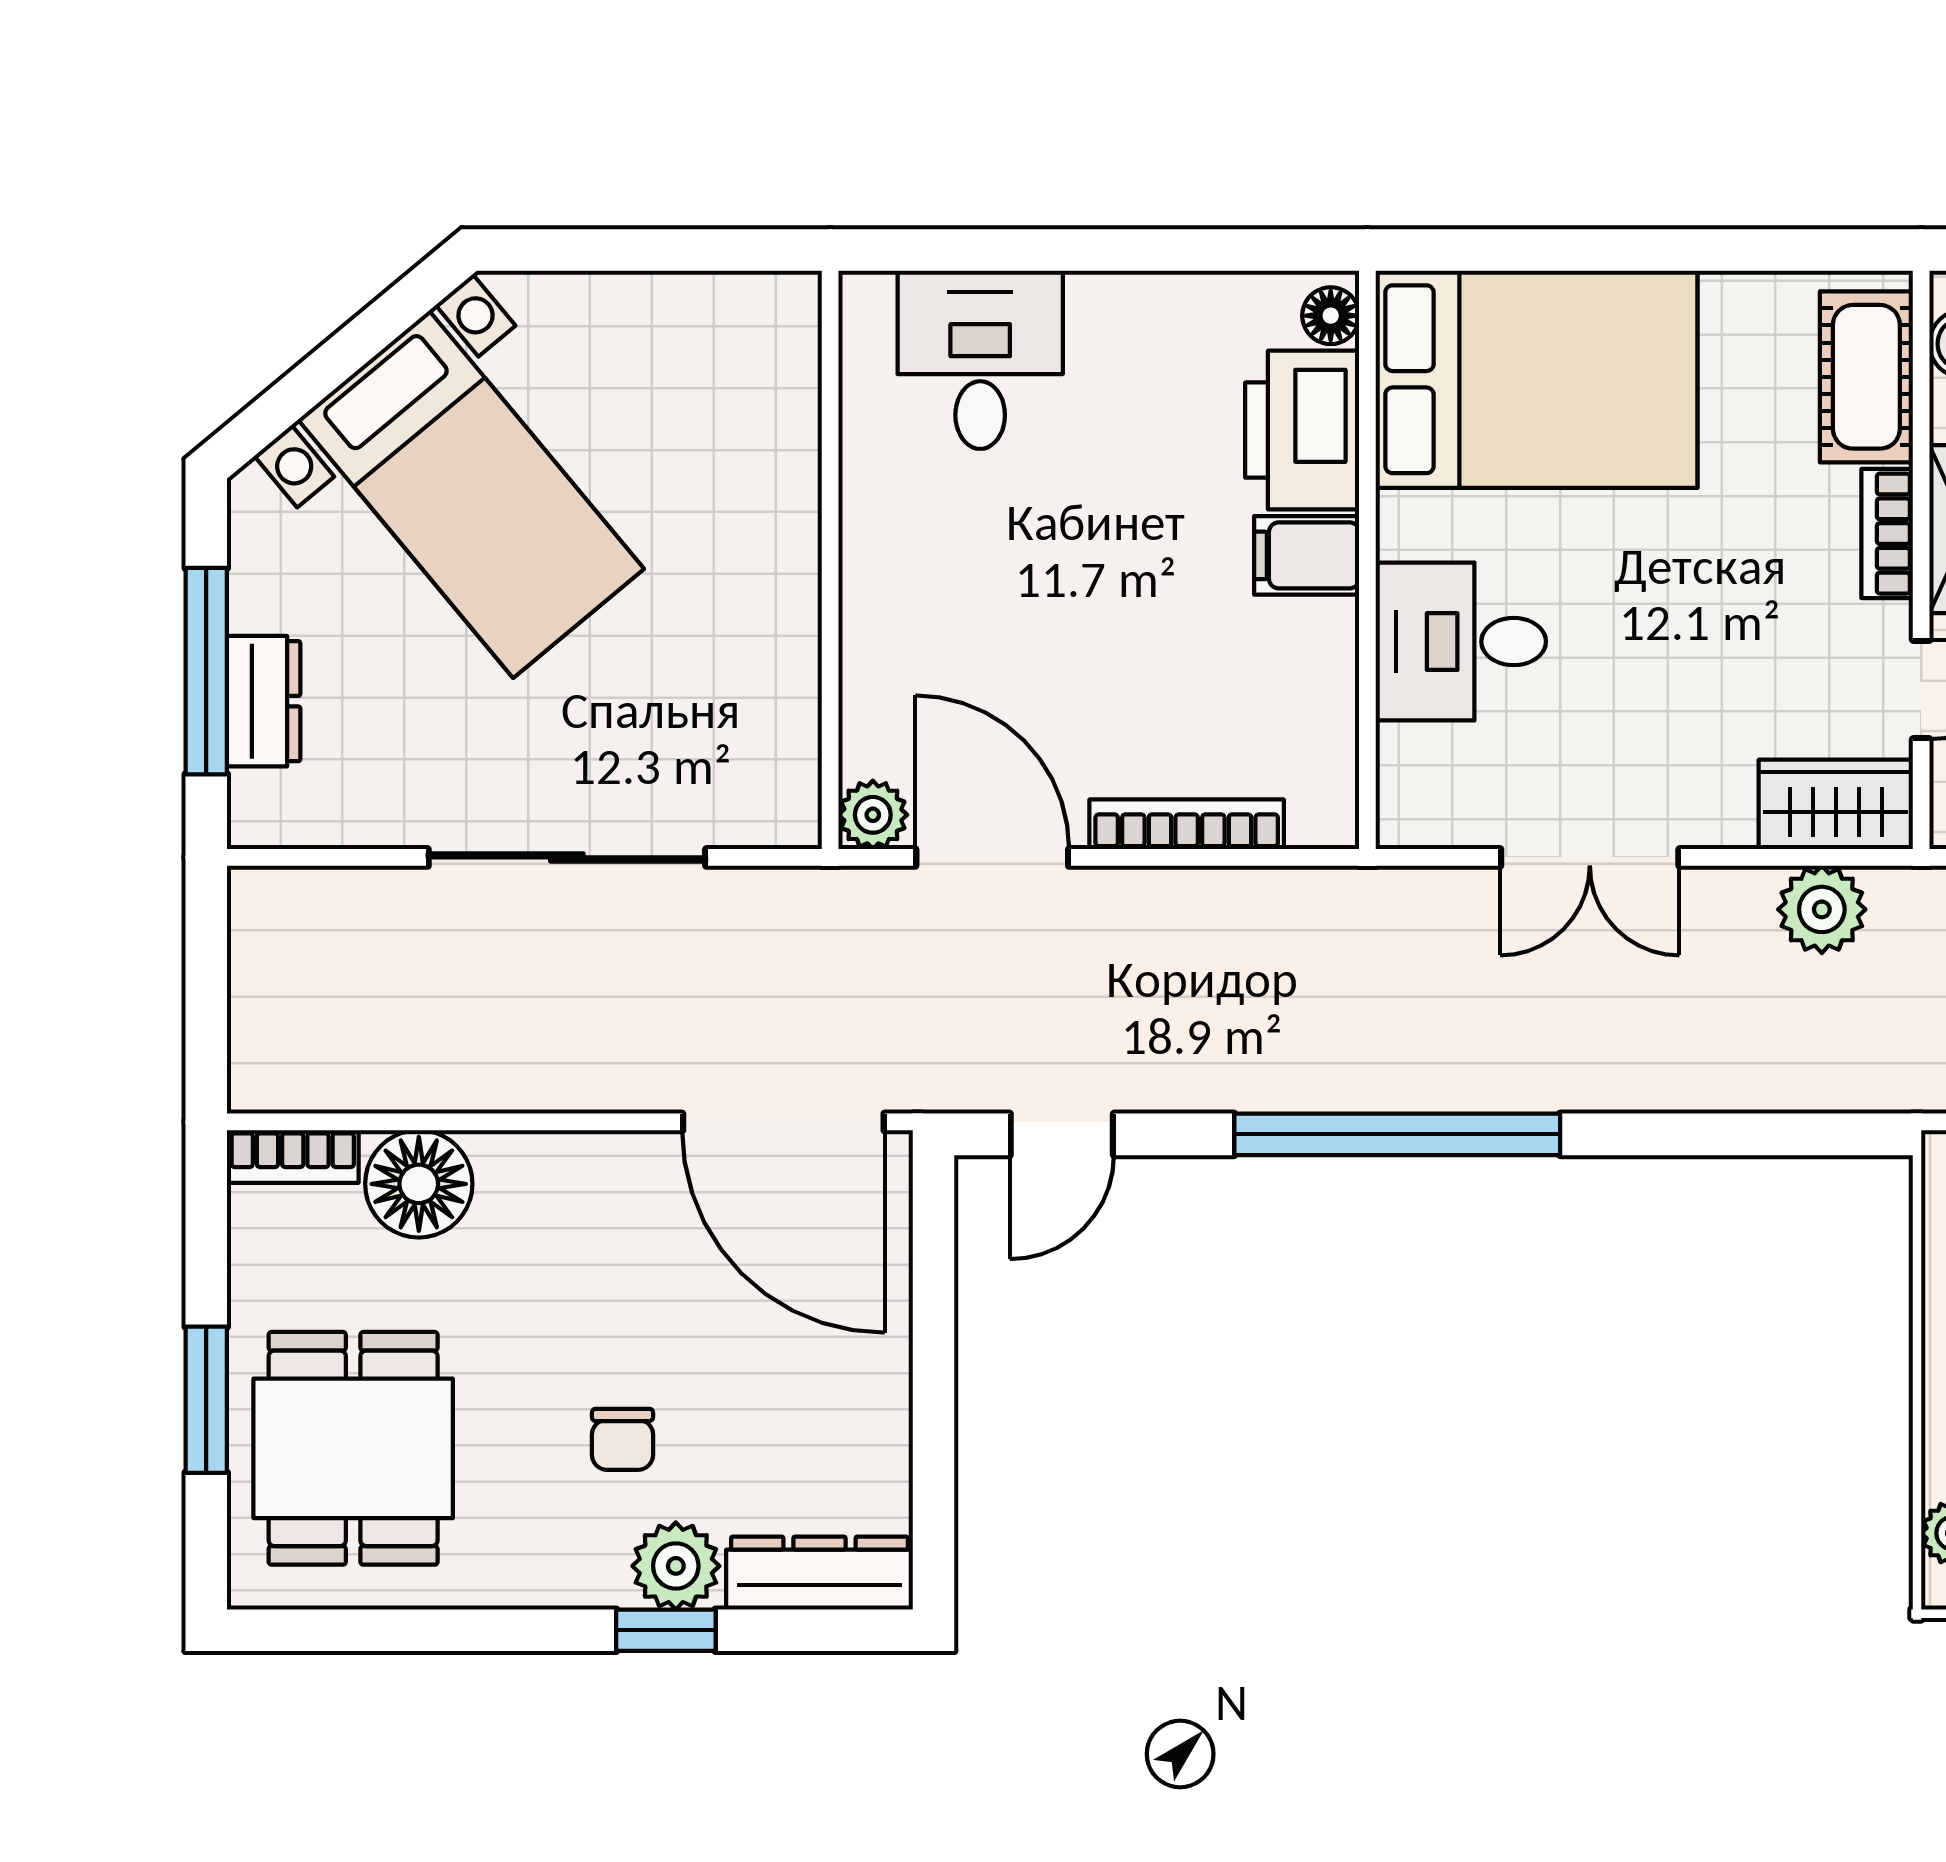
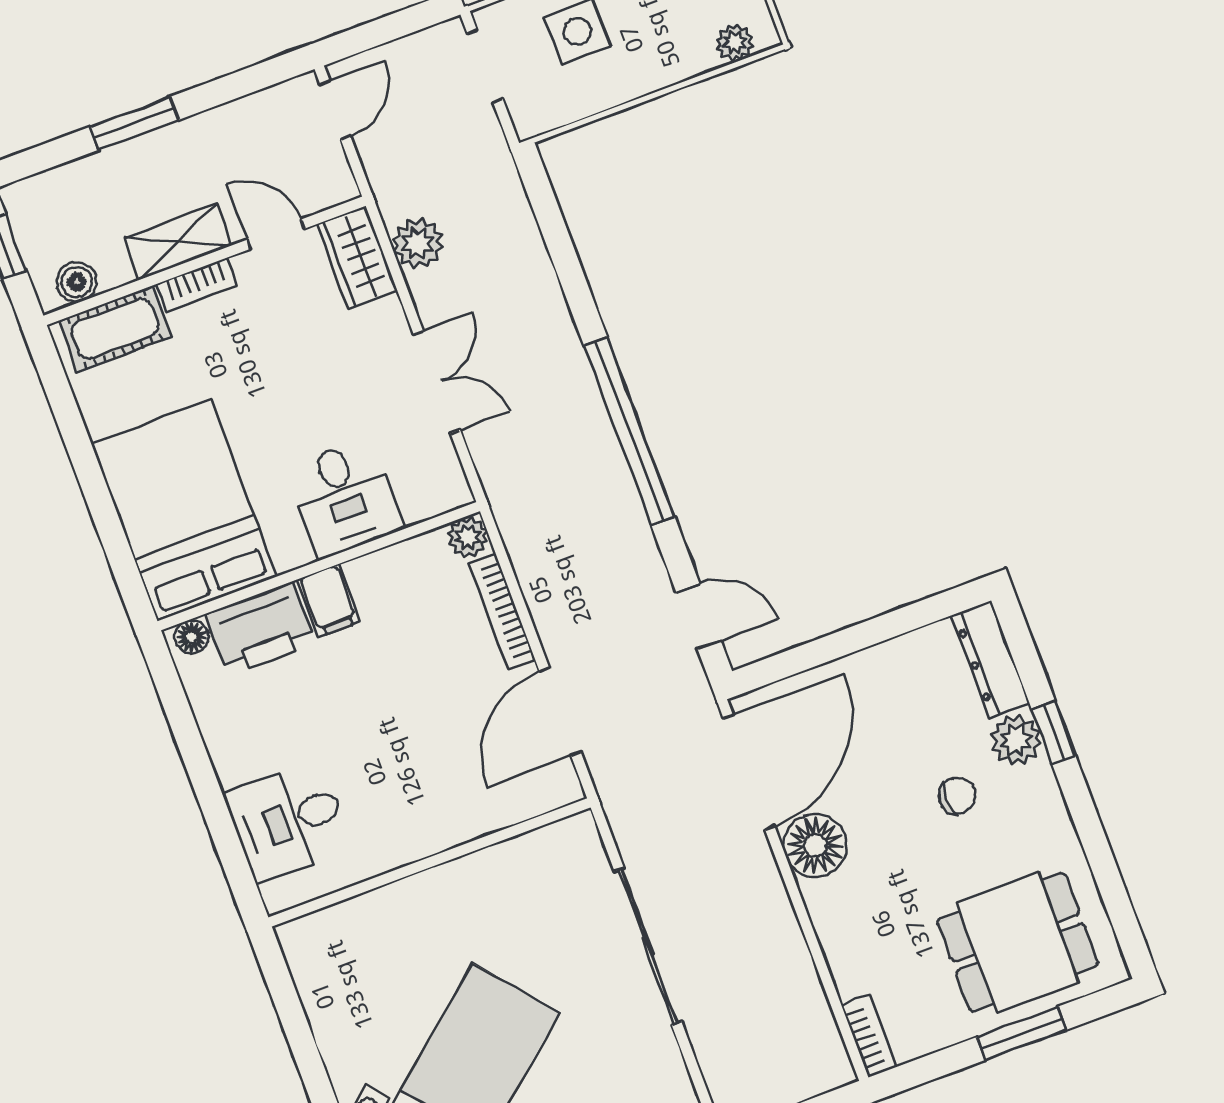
plant: (873, 815) -> (468, 537), moved
floor lamp: (419, 1184) -> (815, 845), moved

